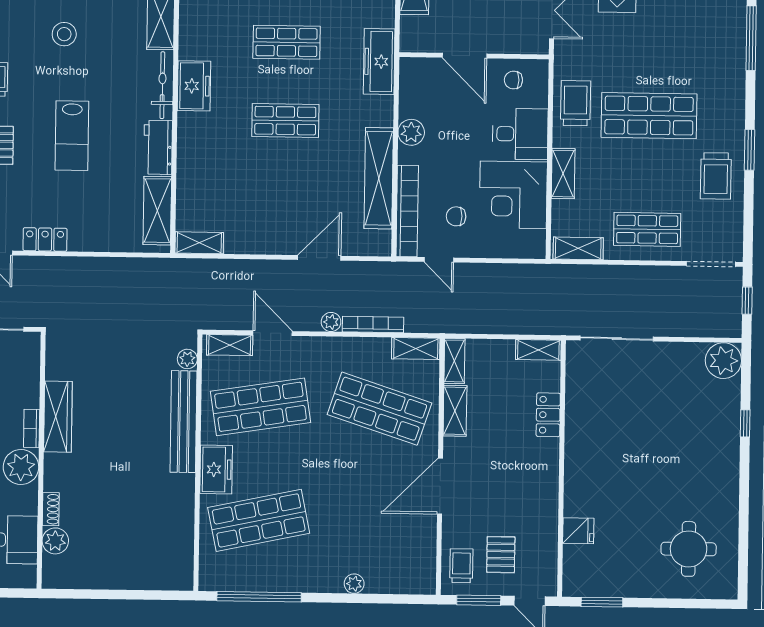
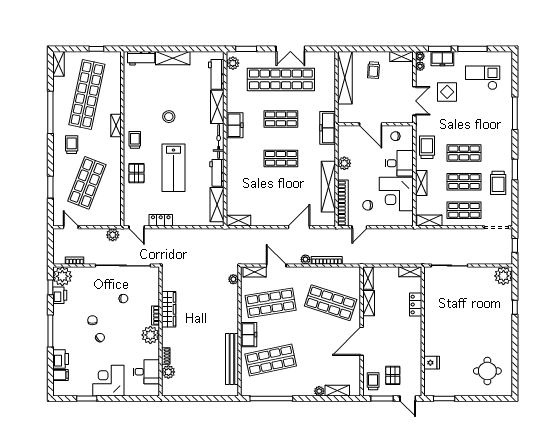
freezer: (194, 86) -> (235, 125), moved
shop shelf: (649, 116) -> (464, 153), width x0.70, depth x0.74
lab bench: (72, 136) -> (173, 168), width x1.36, depth x1.39
shop shelf: (648, 172) -> (464, 182), added
door: (439, 260) -> (359, 227), hinge flipped
shelving: (416, 349) -> (337, 391), moved
bench: (184, 422) -> (232, 359), moved

